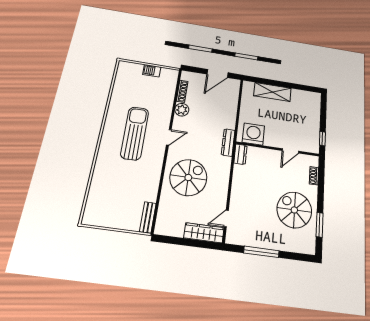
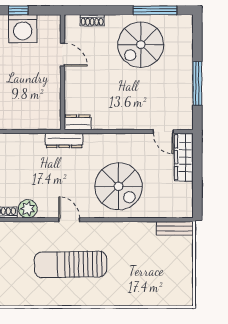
washing machine: (253, 134) -> (23, 29), moved, turned -90
window: (322, 139) -> (18, 10), moved
spiral stairs: (188, 177) -> (118, 186), turned 180
window: (320, 225) -> (155, 10), width x1.44

